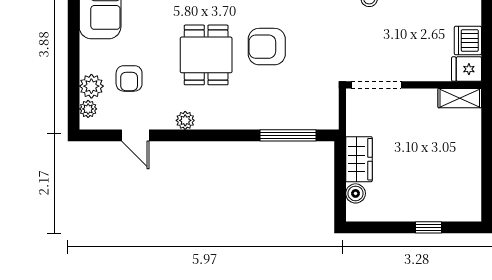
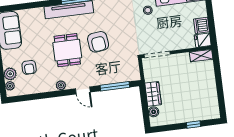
armchair: (267, 47) -> (98, 42), turned -97
door: (135, 135) -> (83, 90), moved

